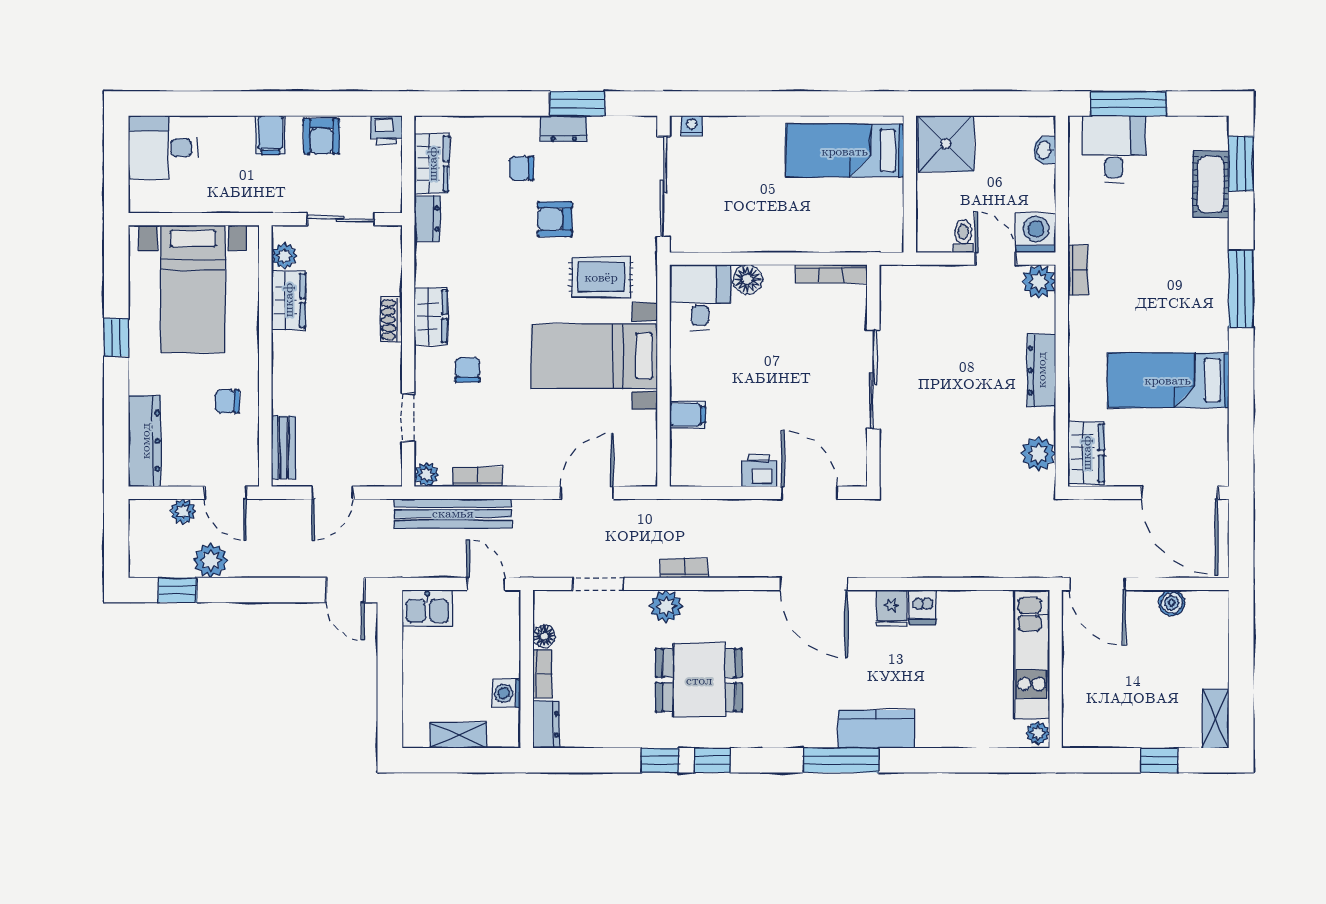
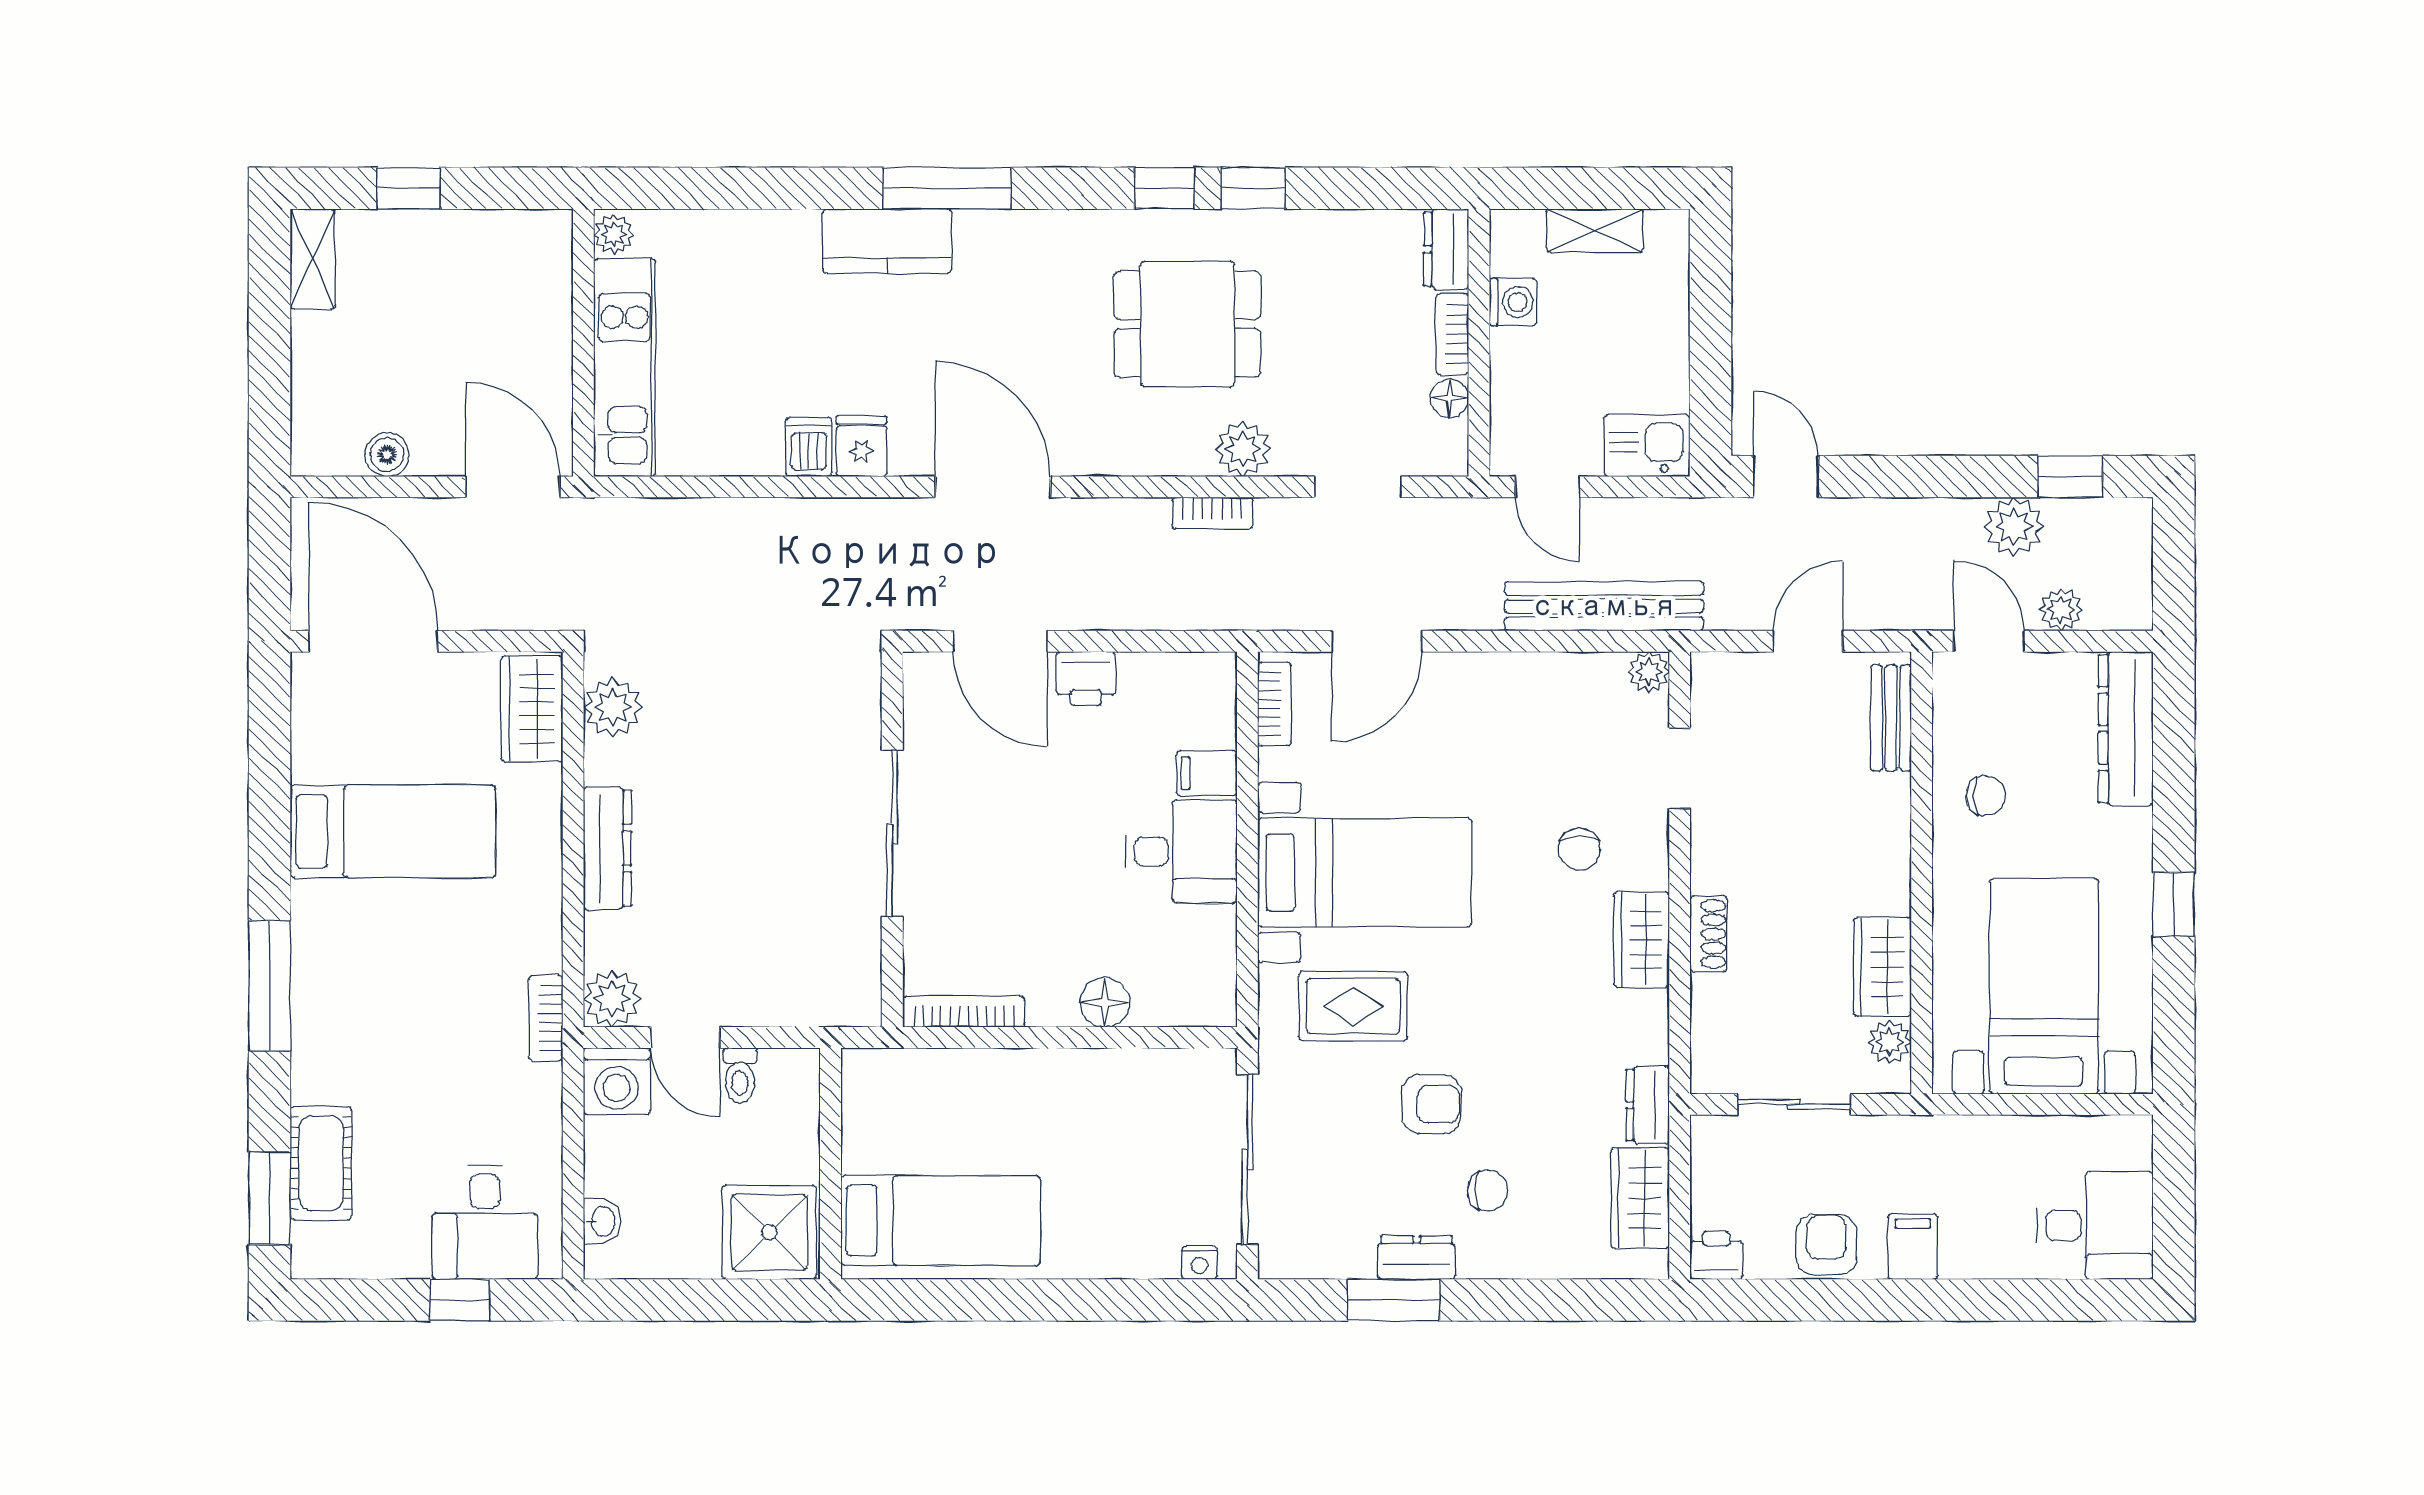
window: (1129, 104) -> (460, 1300), width x0.46
desk: (700, 298) -> (1181, 852), moved, turned -90
bookcase: (478, 477) -> (1274, 704), moved, turned -90

